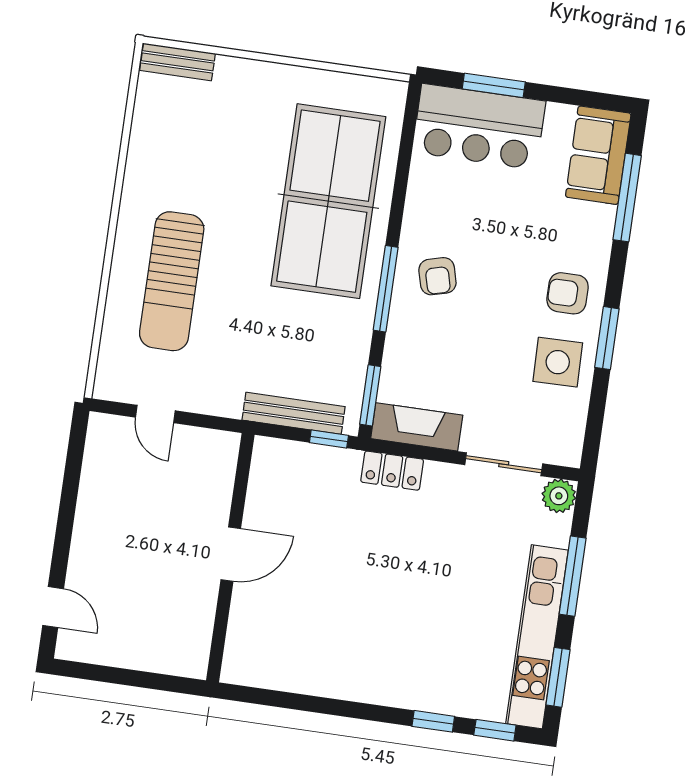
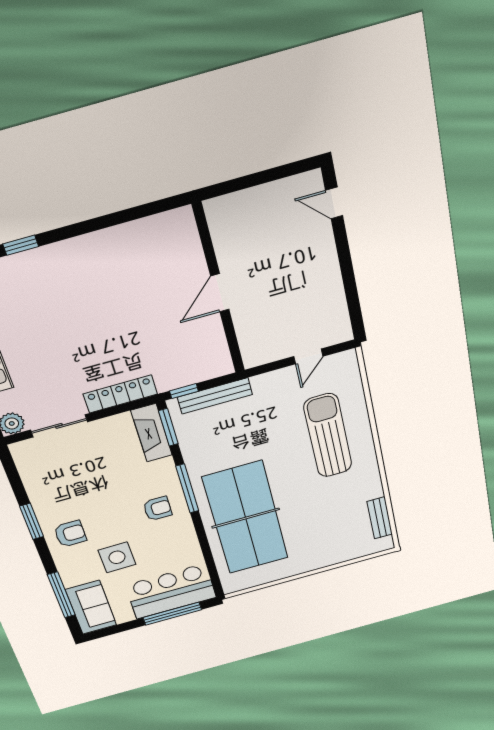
bench: (178, 62) -> (380, 518), moved, turned 90
window: (494, 85) -> (172, 614), width x1.44
armchair: (437, 276) -> (157, 509), turned 105
side table: (558, 362) -> (117, 557), moved
door: (155, 414) -> (308, 356), swing flipped
fireplace: (417, 427) -> (152, 433), moved, turned 90
locker: (392, 471) -> (120, 394), width x1.53

